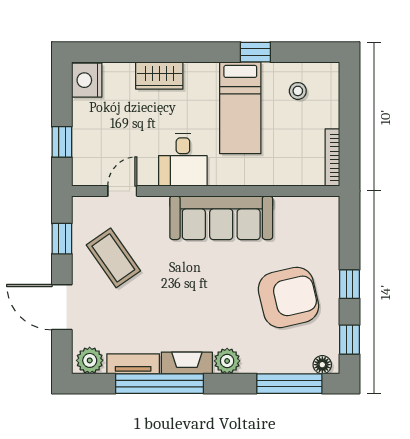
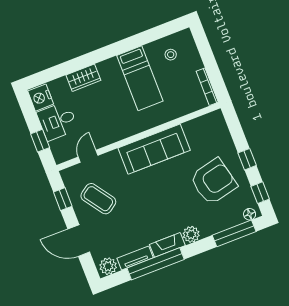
window: (255, 52) -> (136, 41), removed
desk: (183, 160) -> (57, 121), moved, turned 90

